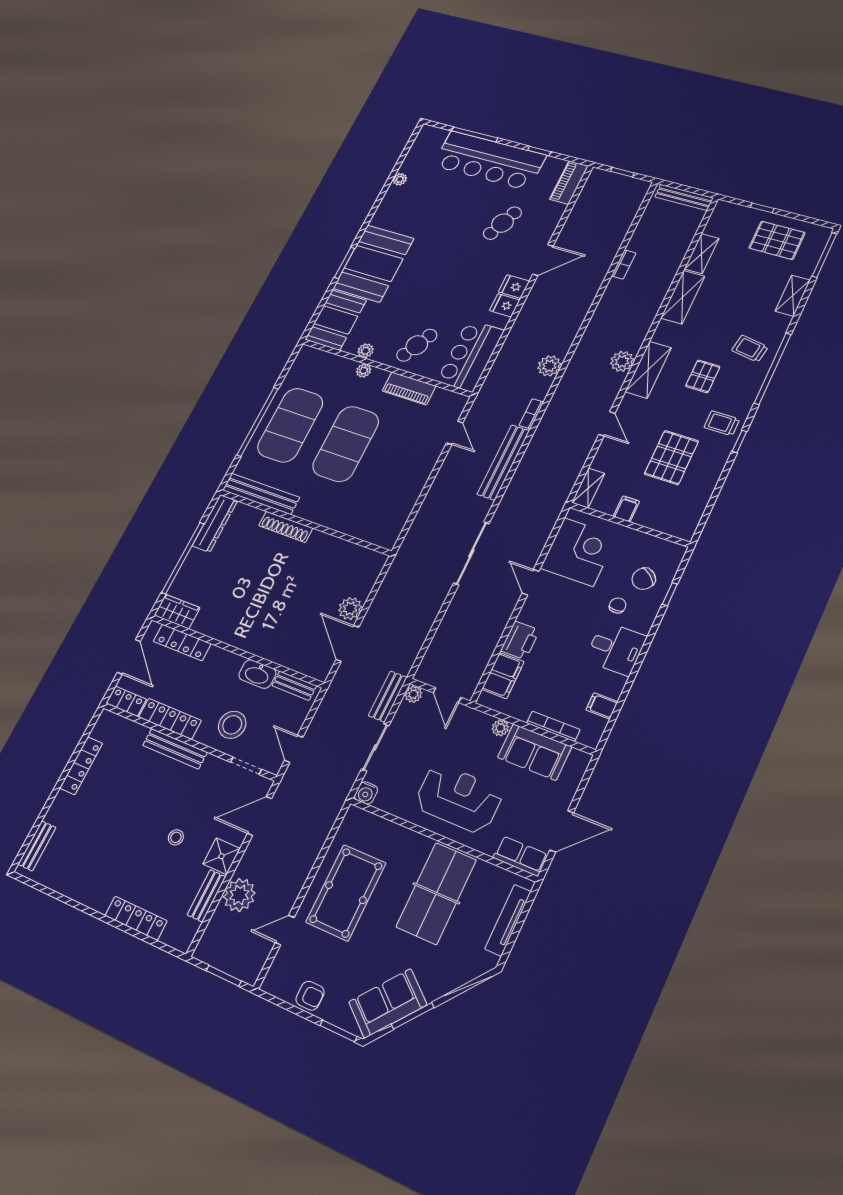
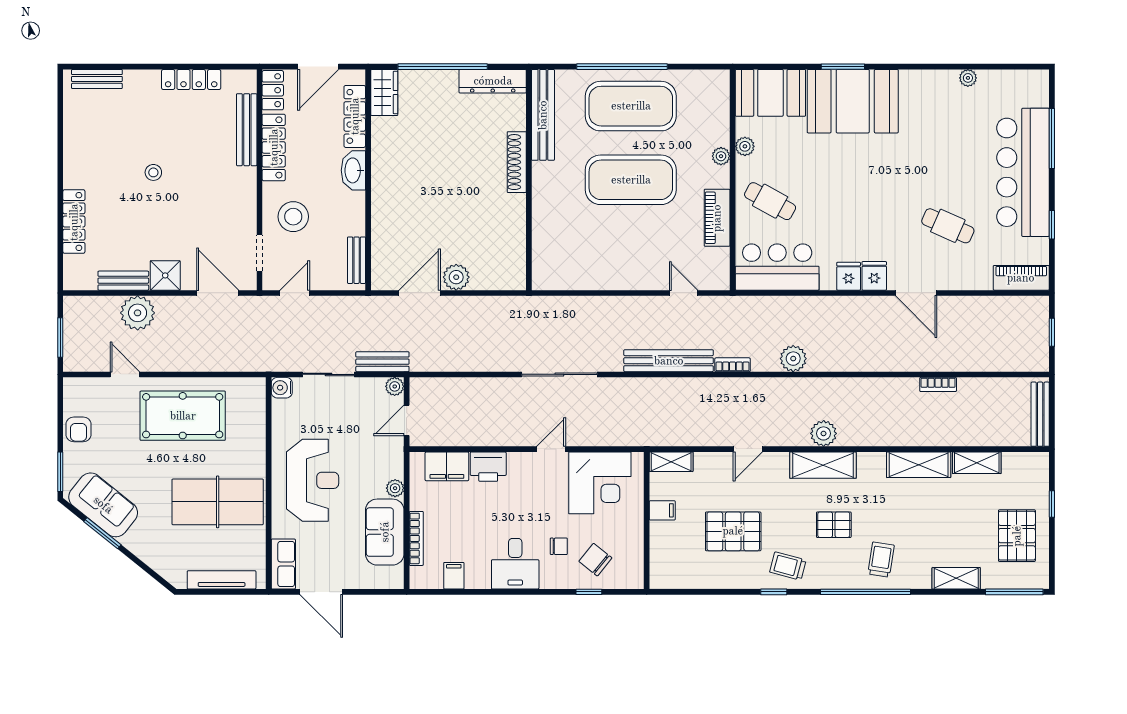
trolley: (722, 423) -> (788, 566), turned -75
door: (455, 433) -> (684, 293), swing flipped
washbasin: (257, 674) -> (353, 170), moved
bench: (175, 749) -> (247, 130), moved
stool: (176, 837) -> (153, 172), moved

